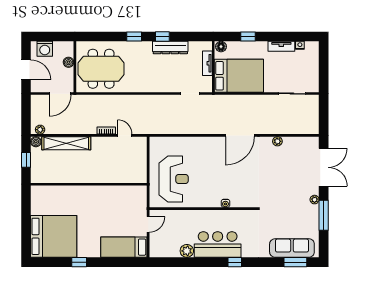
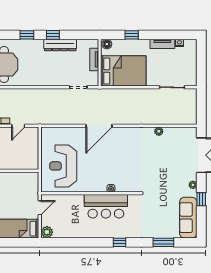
door: (125, 135) -> (18, 126), swing flipped
door: (240, 135) -> (99, 126), moved
reception desk: (174, 179) -> (63, 166), turned 180
window: (324, 215) -> (201, 199), width x0.46
bar counter: (218, 244) -> (106, 206), moved, turned 180
sofa: (292, 248) -> (188, 218), moved, turned -90
plant: (187, 251) -> (47, 232), moved
window: (295, 262) -> (163, 242), moved

